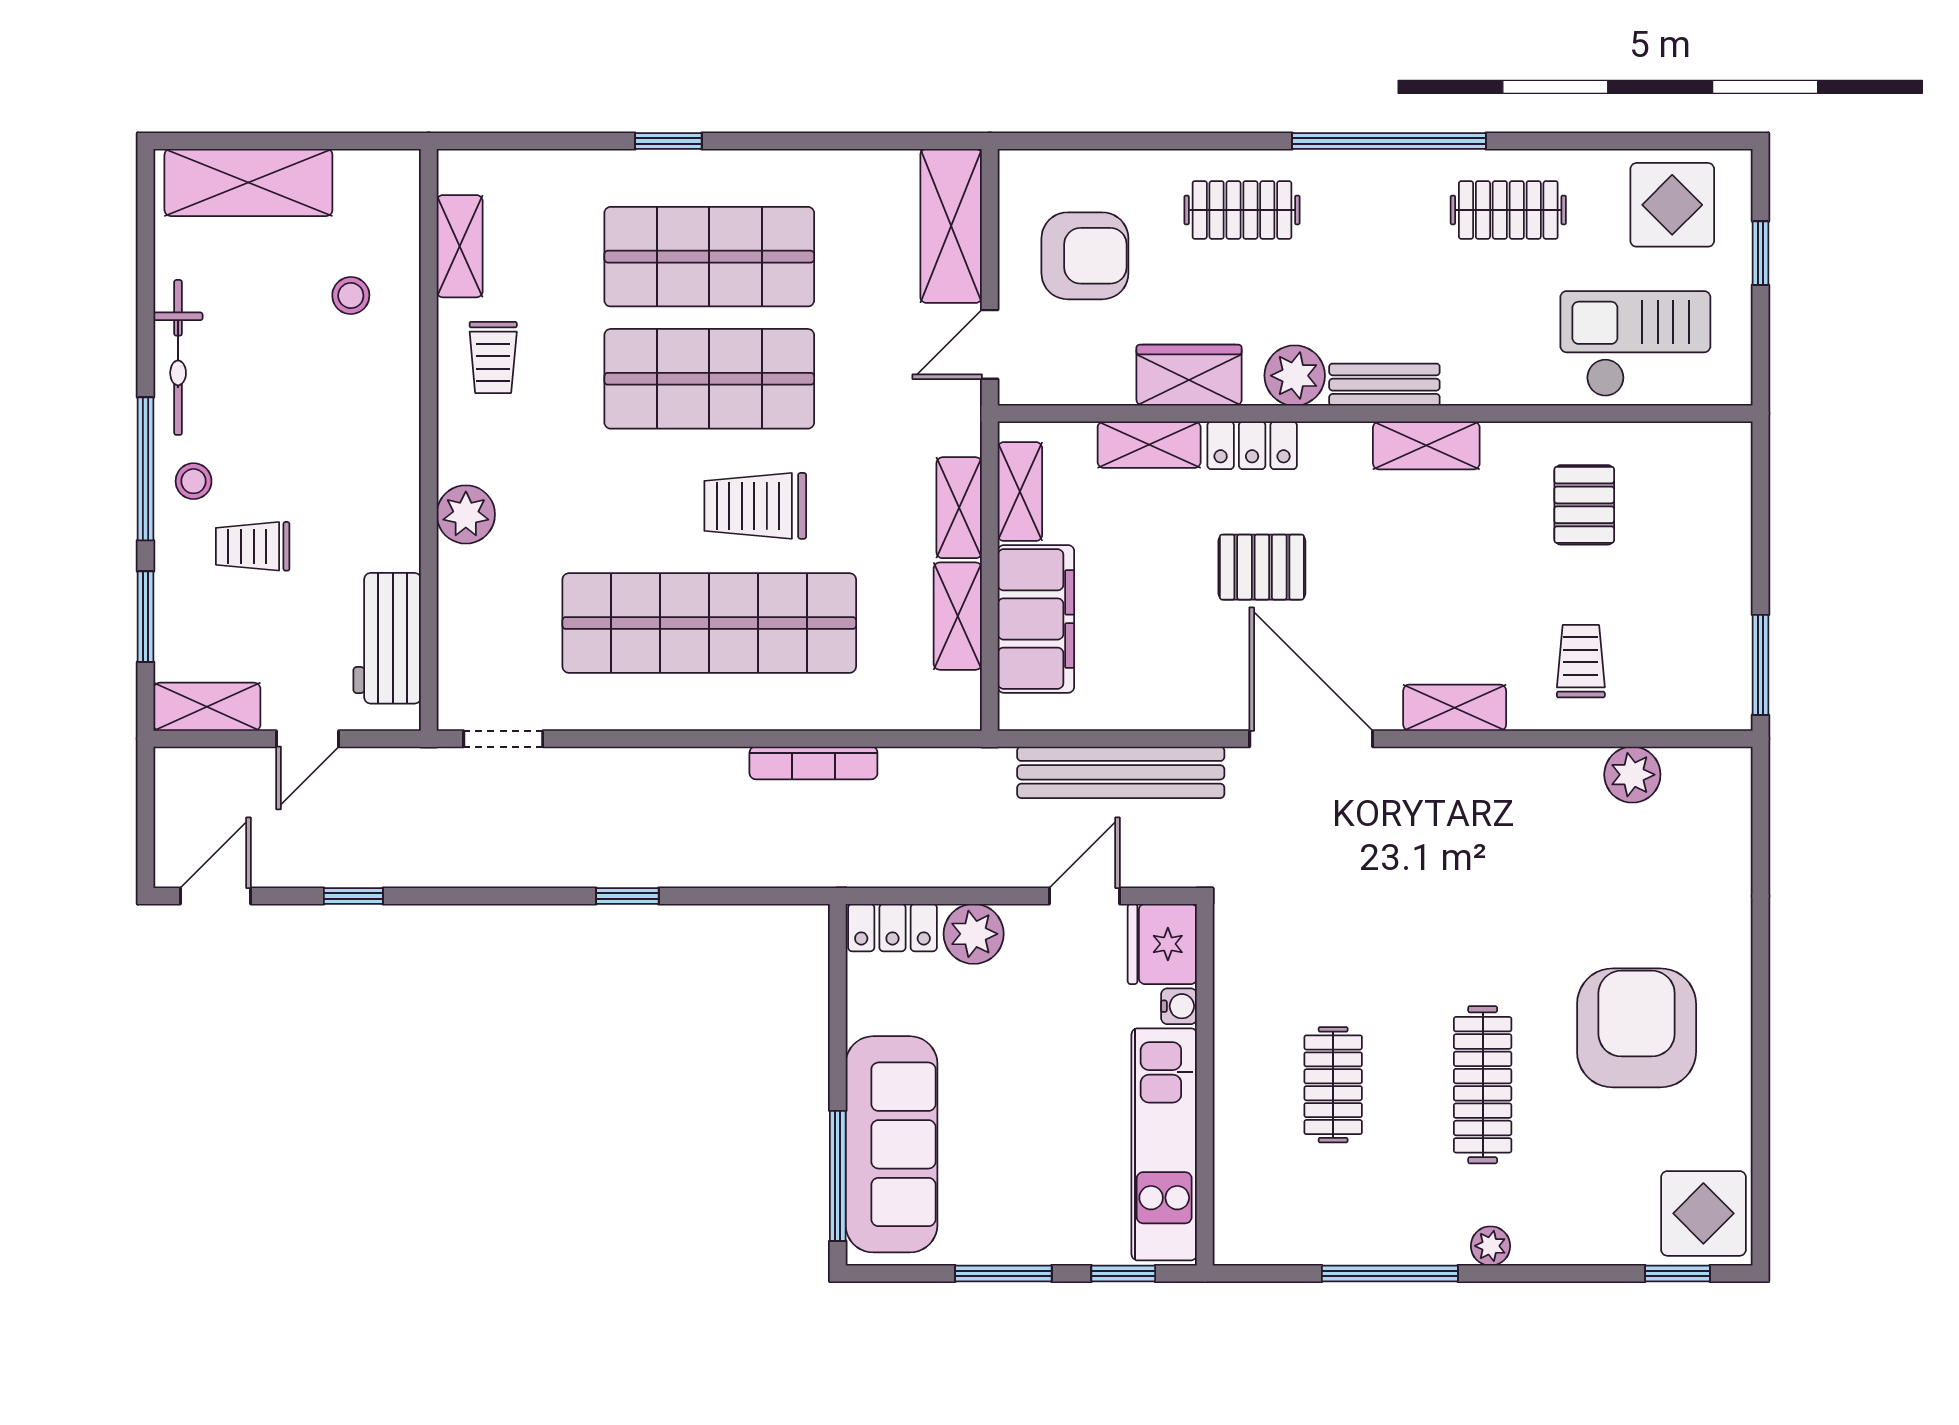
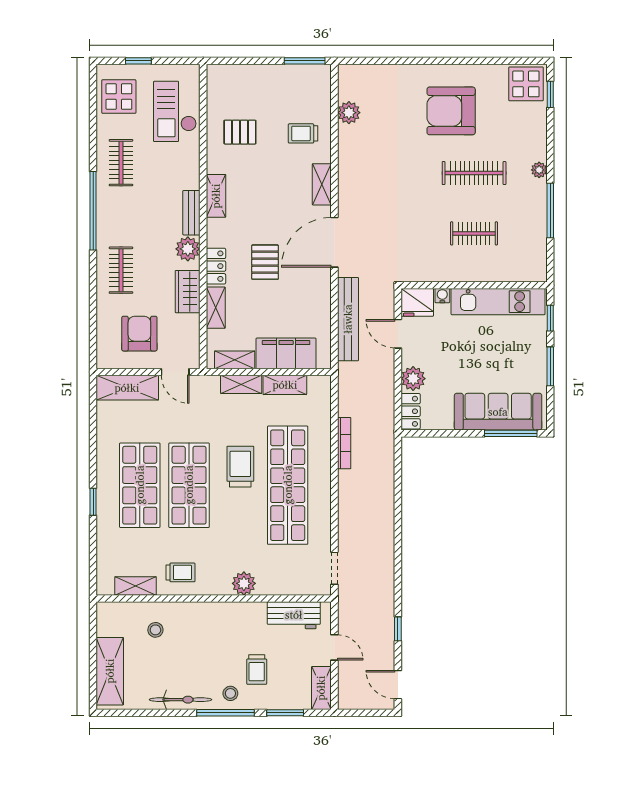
trolley: (755, 506) -> (240, 467), turned 180
window: (627, 896) -> (398, 518), removed

